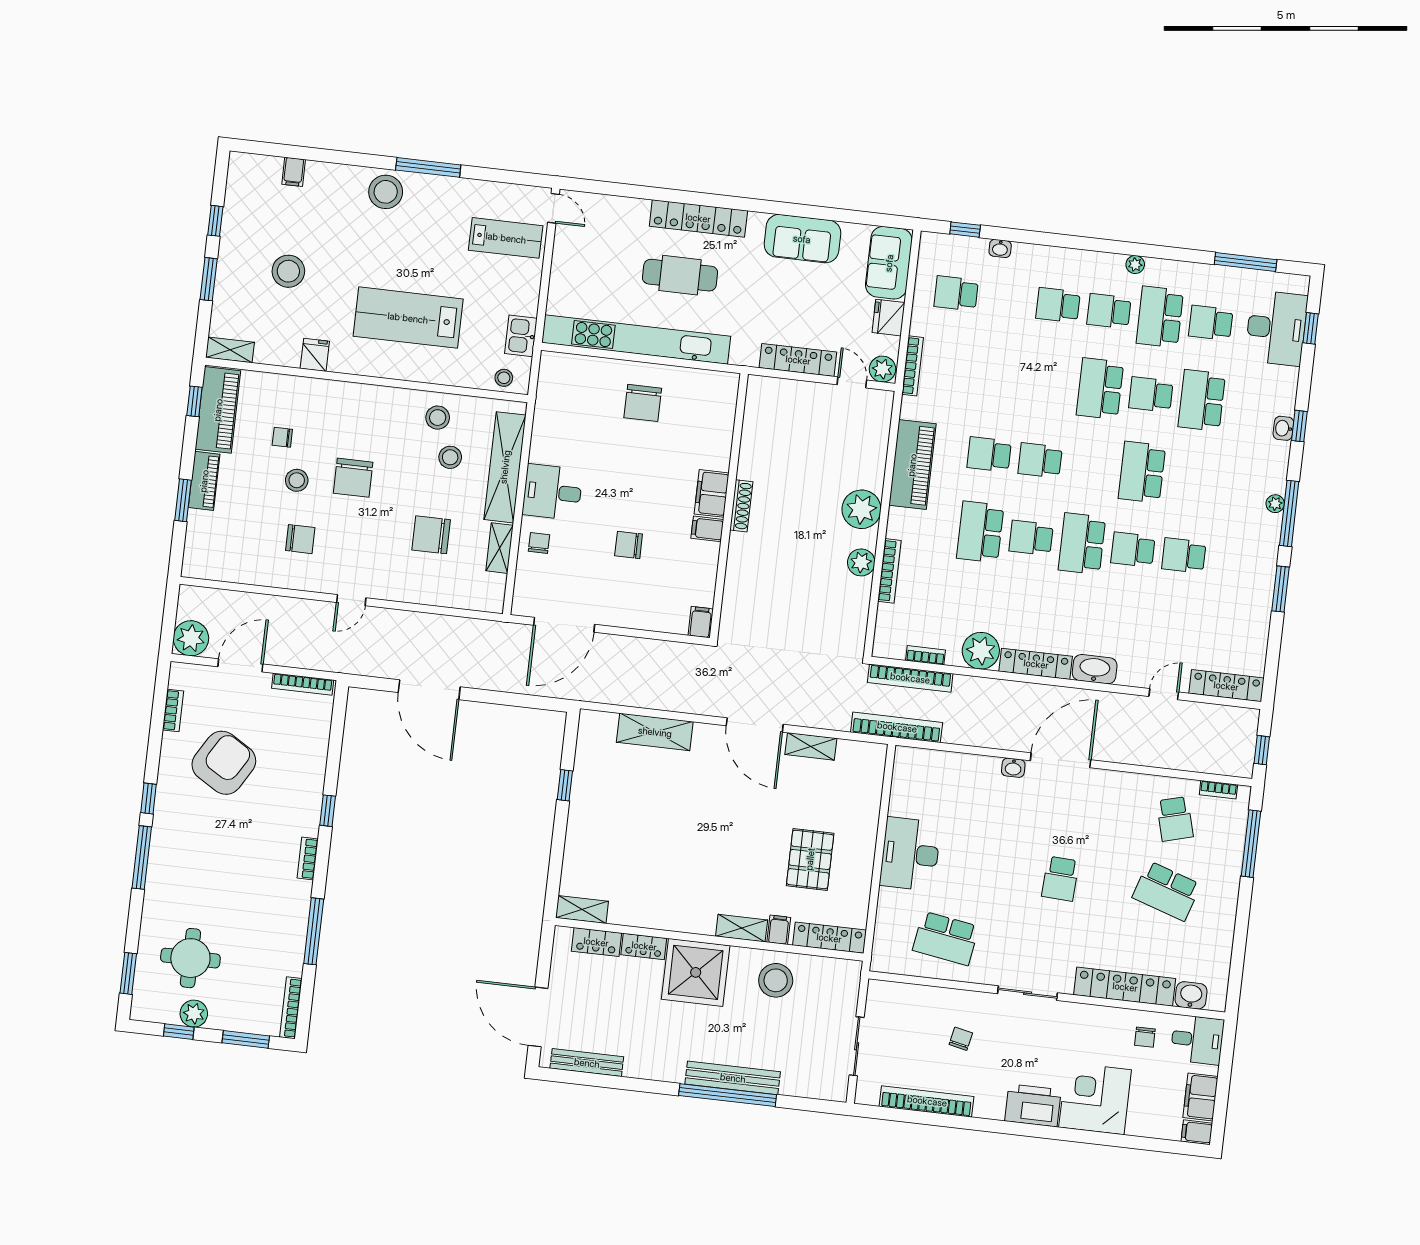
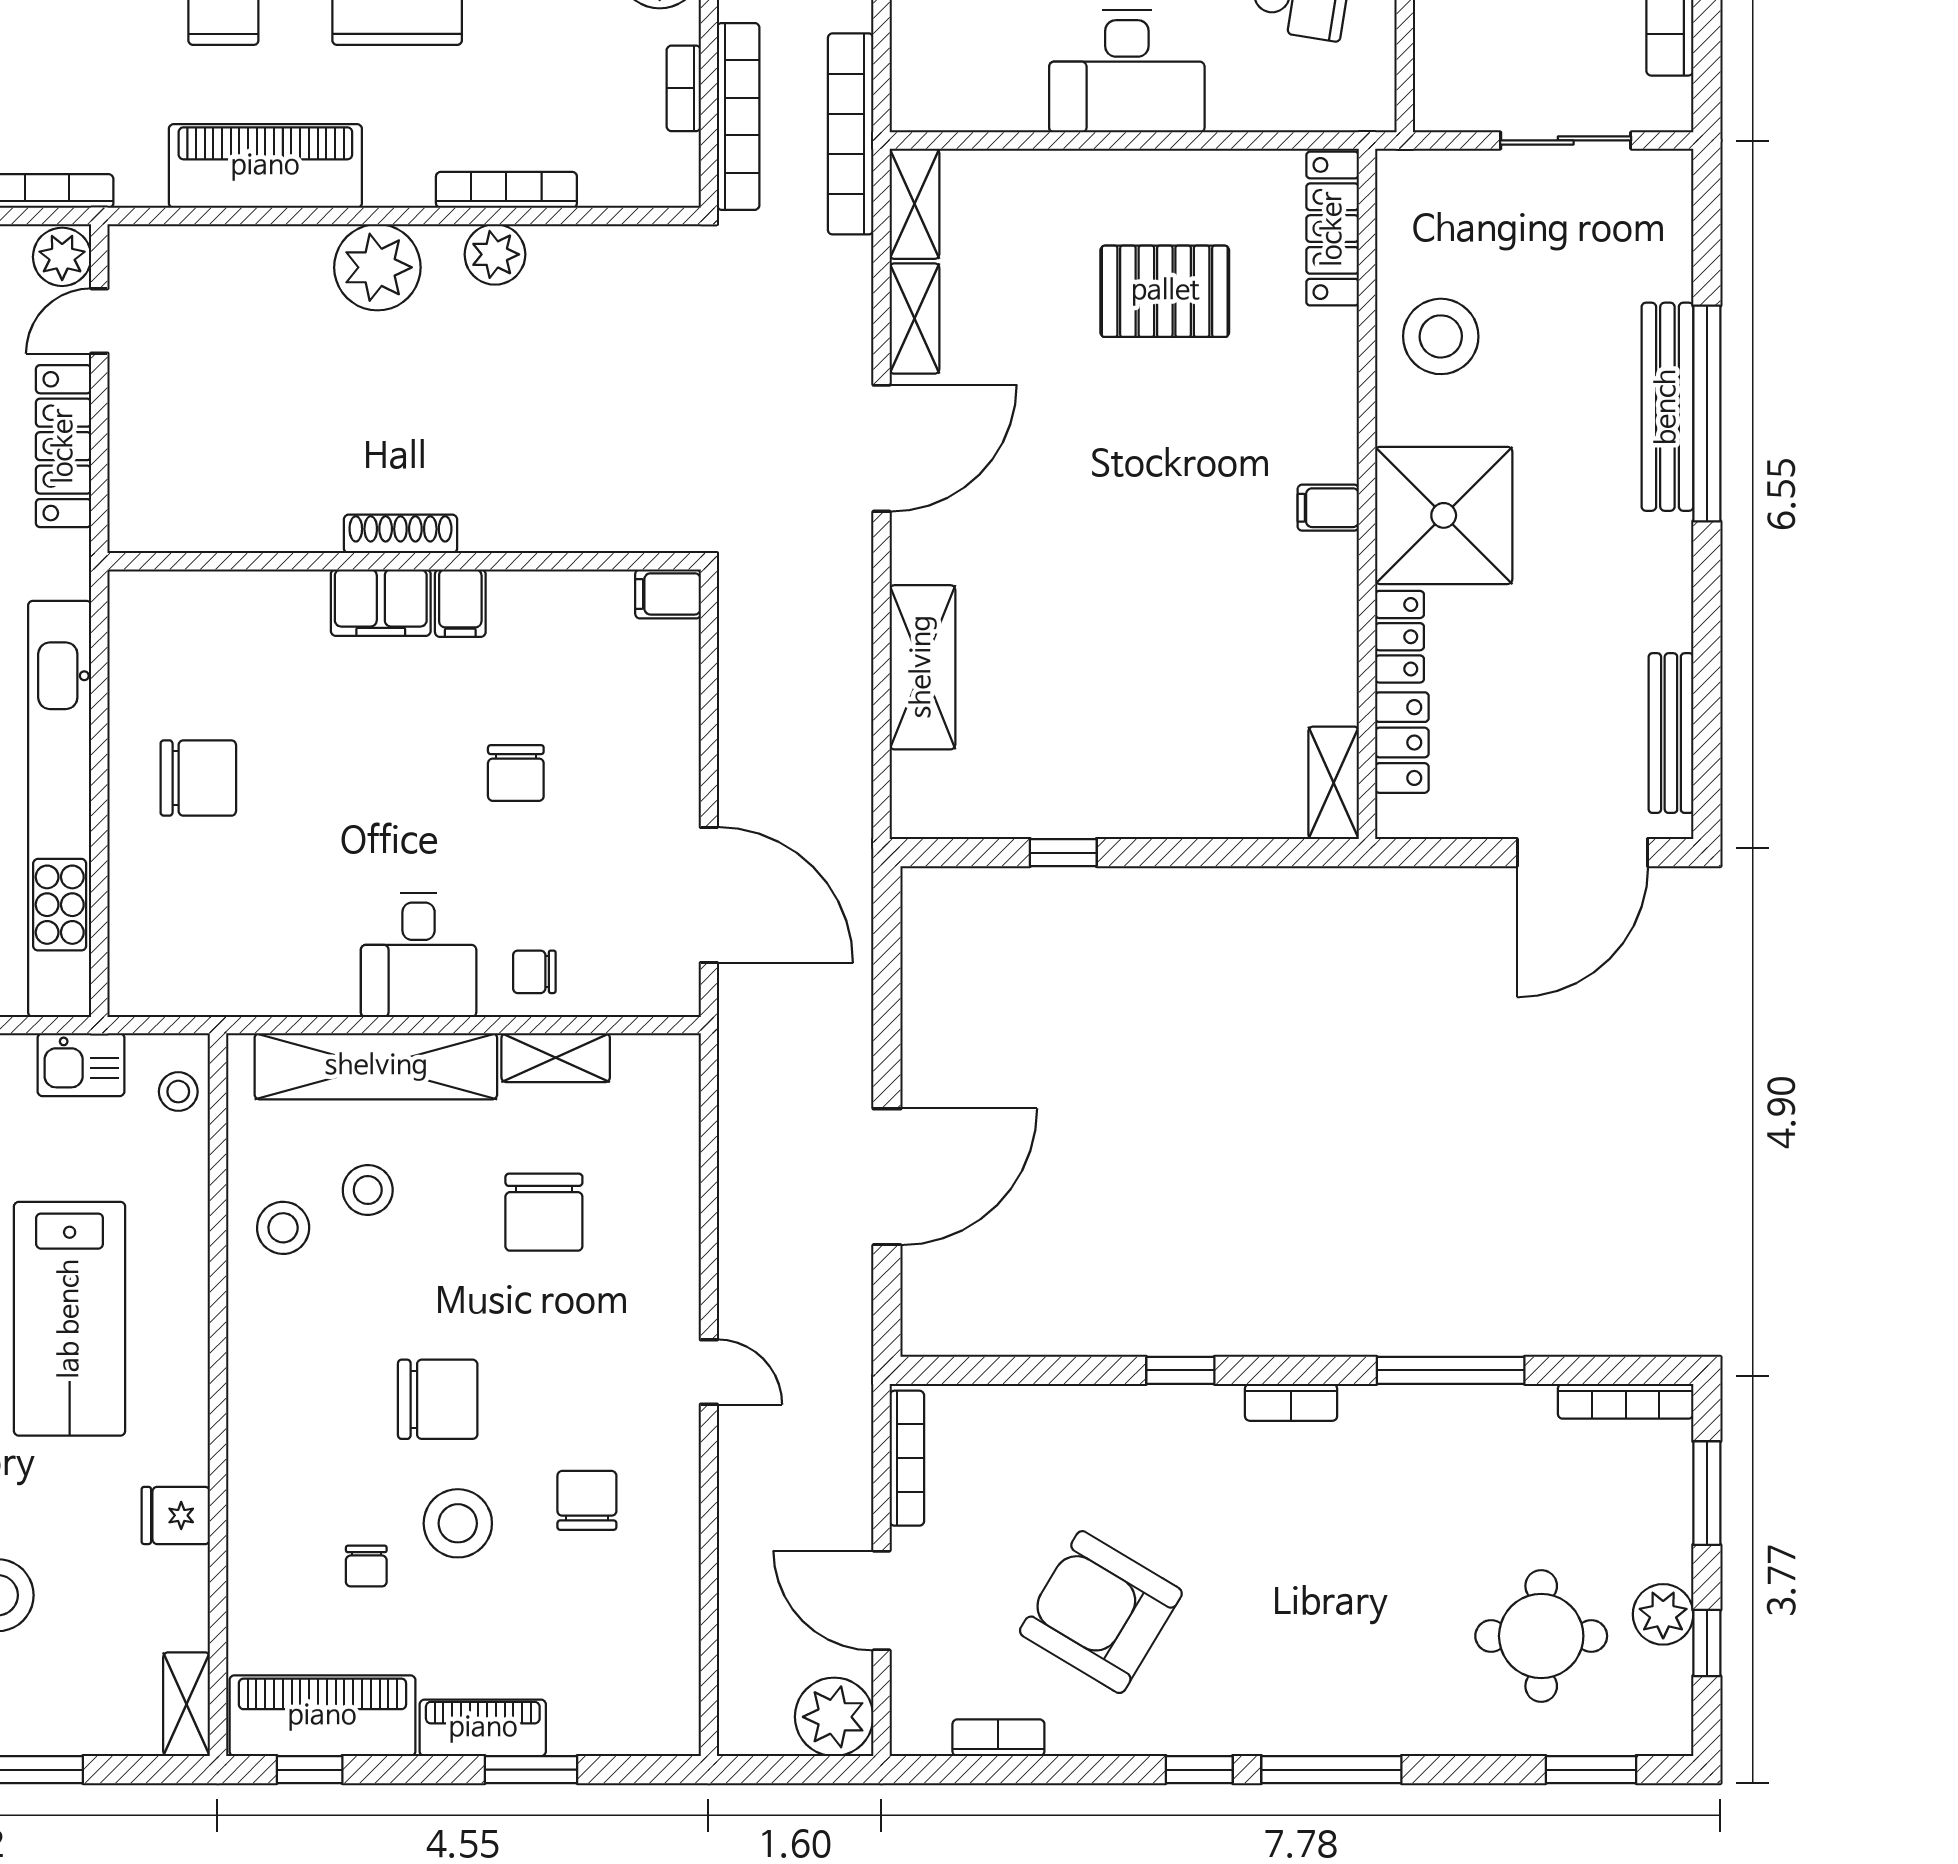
stool: (297, 480) -> (458, 1523), width x1.38, depth x1.38
shelving: (742, 928) -> (914, 204), moved
filing cabinet: (779, 930) -> (1328, 508), moved

